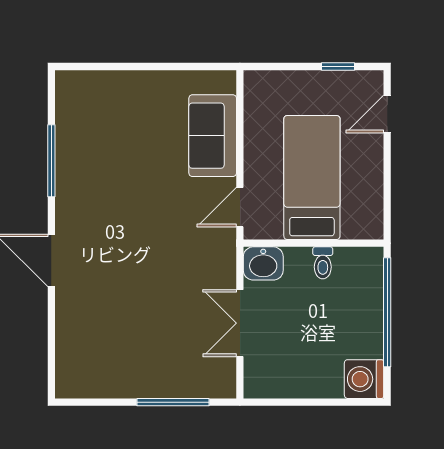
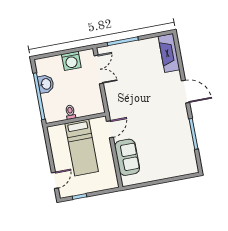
washbasin: (263, 263) -> (46, 84), moved, turned 90
double door: (240, 323) -> (99, 69), moved
fireplace: (73, 356) -> (169, 53), added
washing machine: (364, 379) -> (71, 61), moved, turned 90

